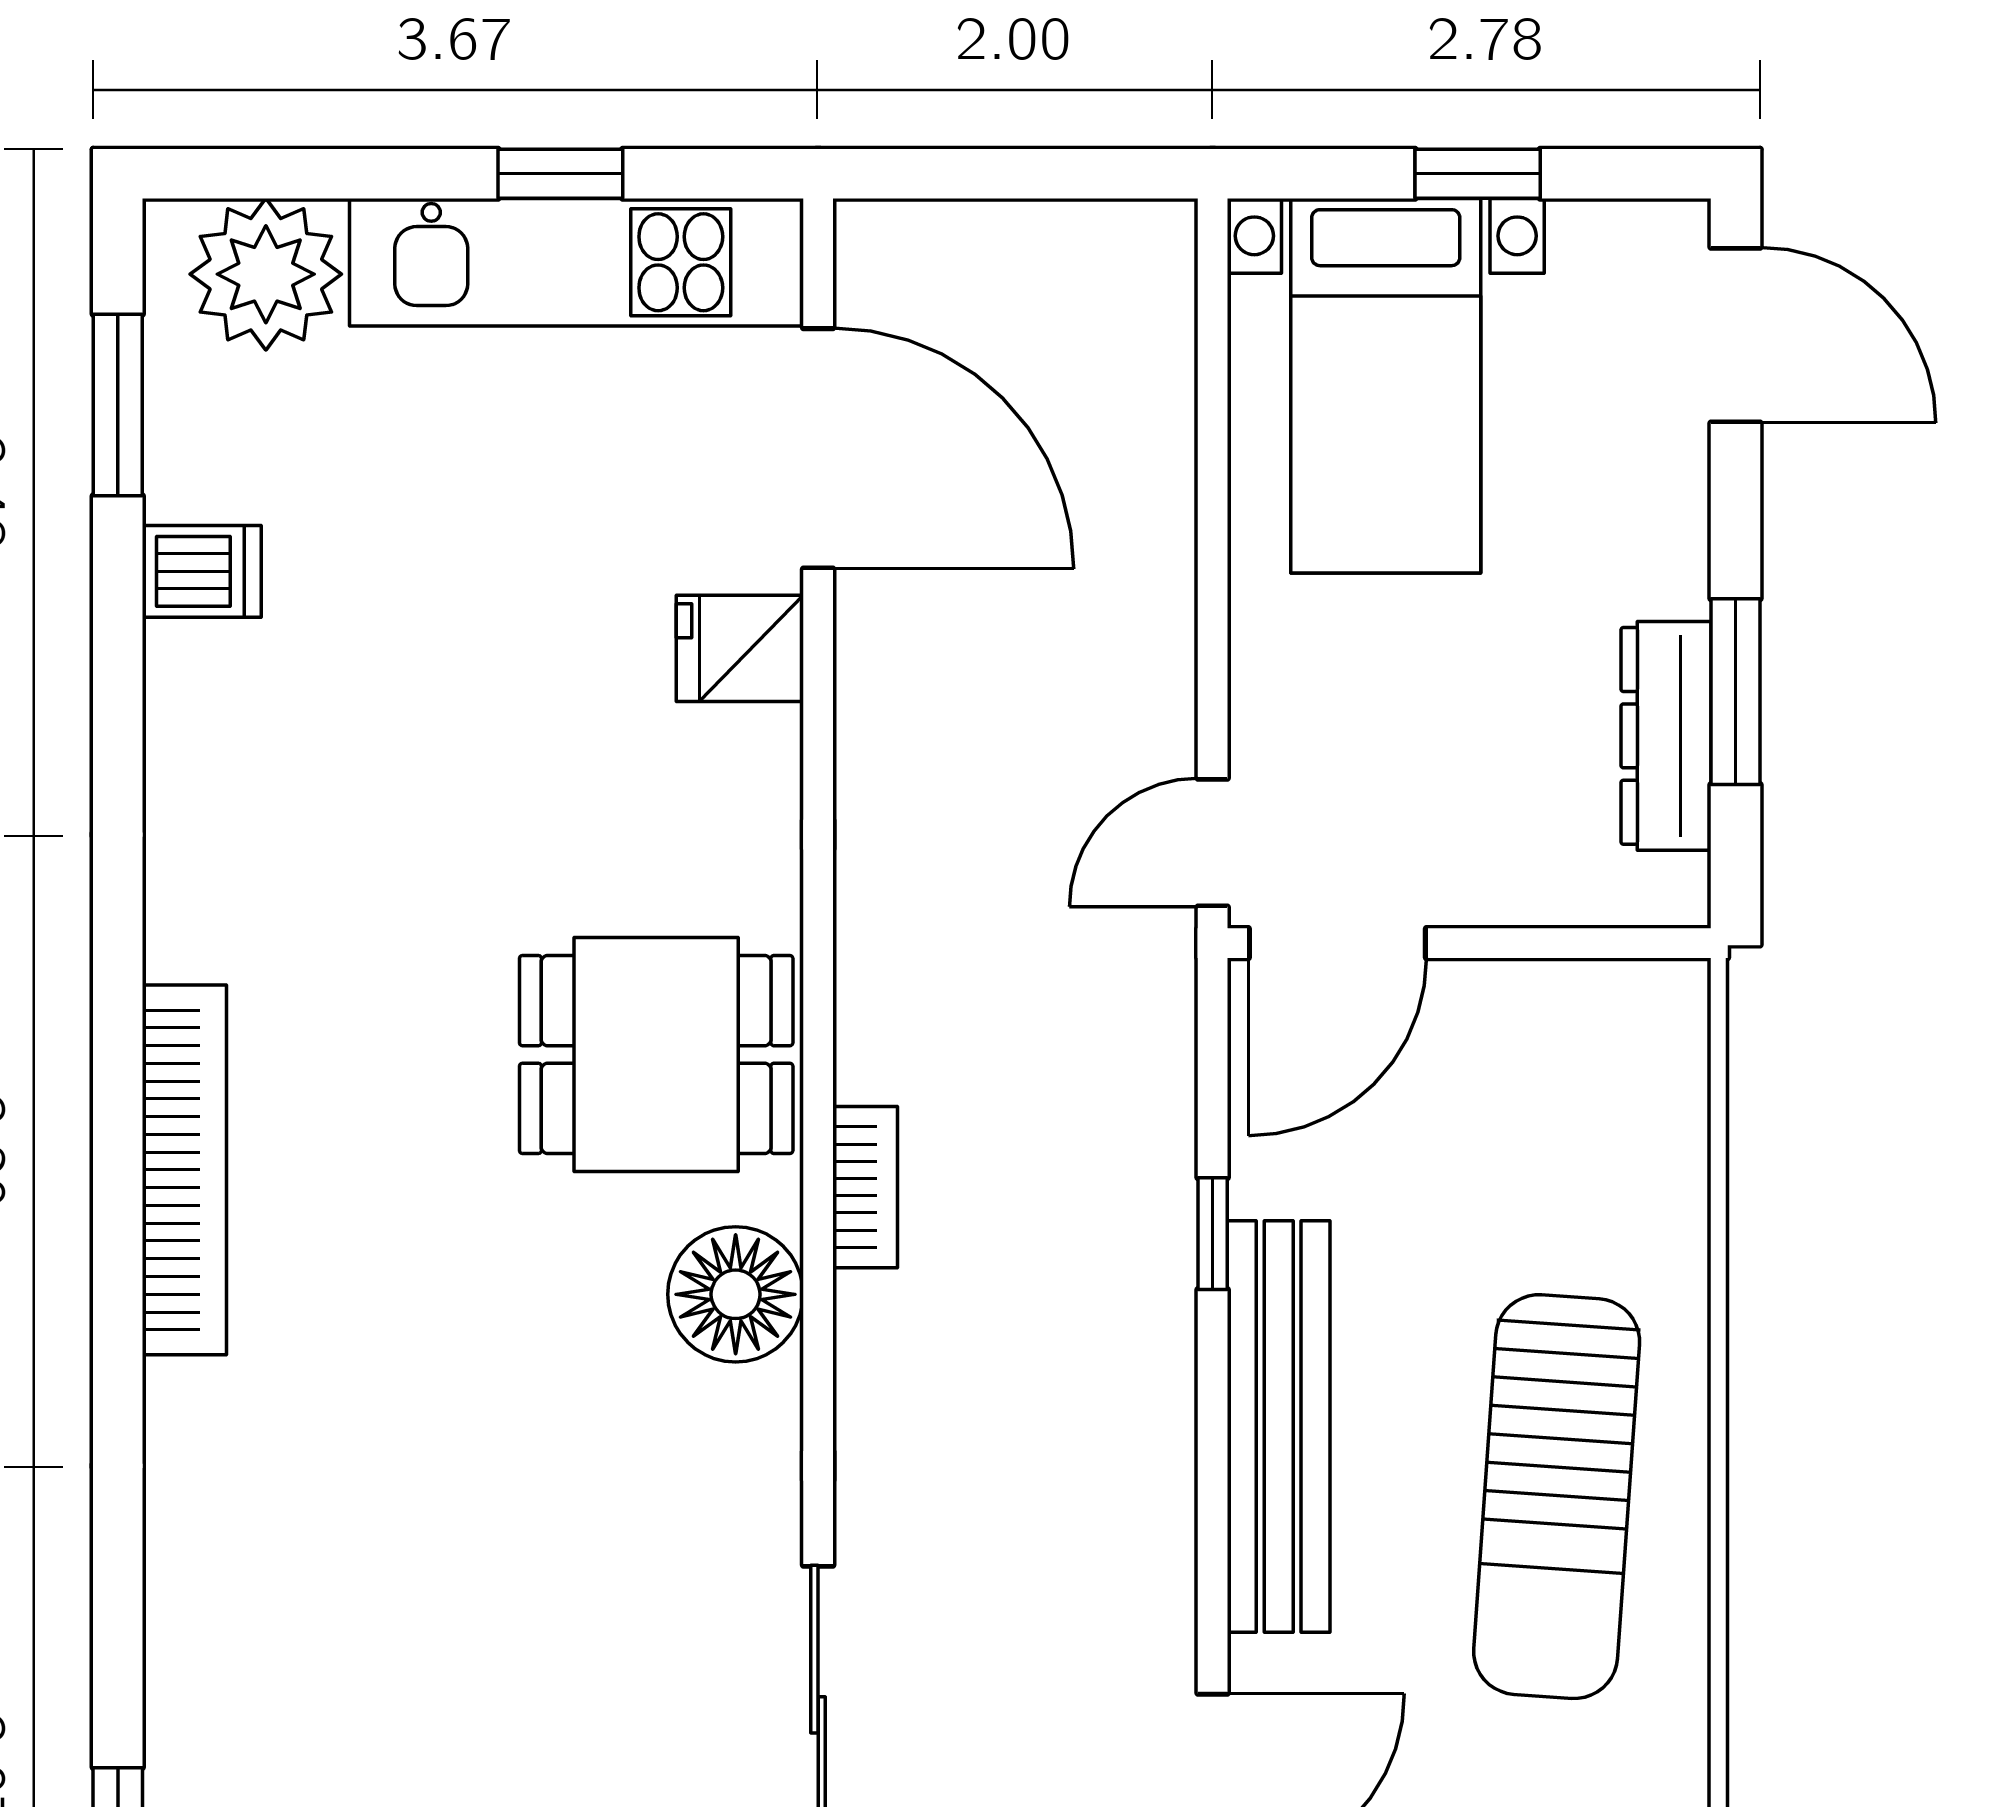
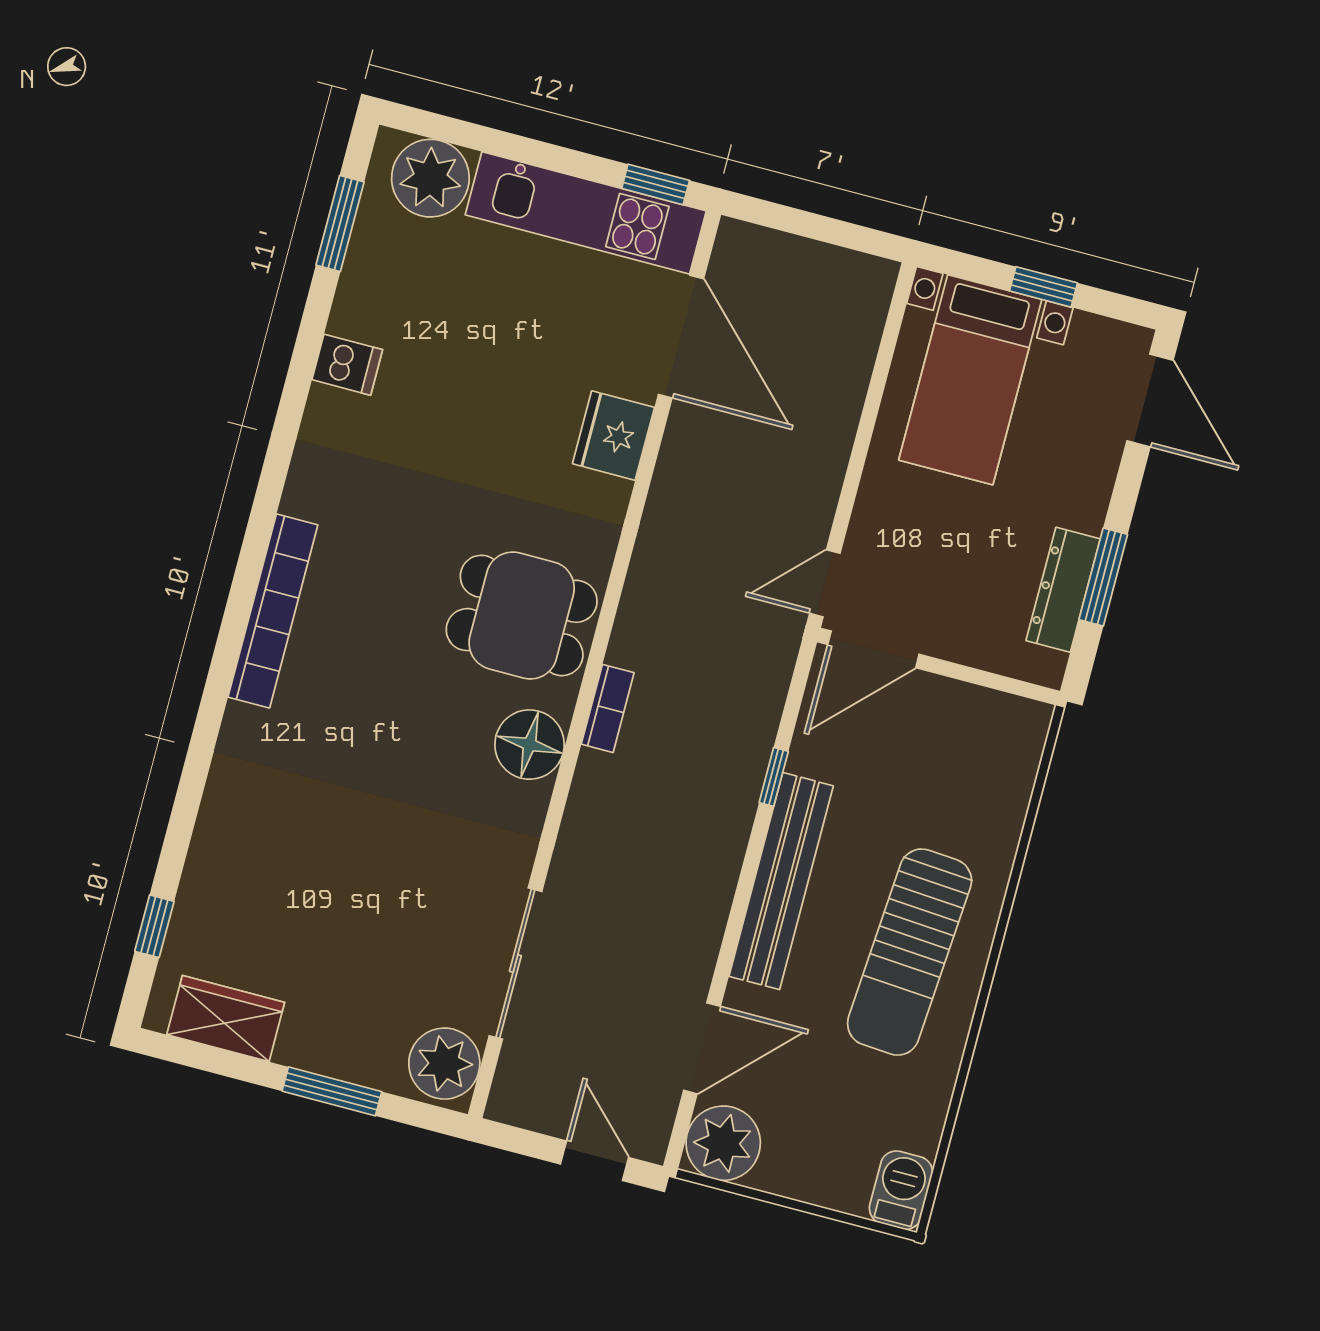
window: (560, 174) -> (656, 184), moved
dishwasher: (202, 571) -> (347, 365), moved
fridge: (740, 648) -> (613, 436), width x1.38

